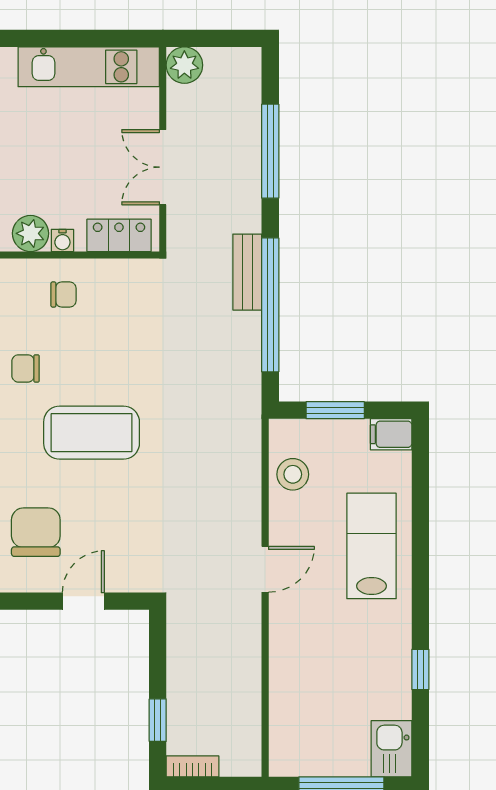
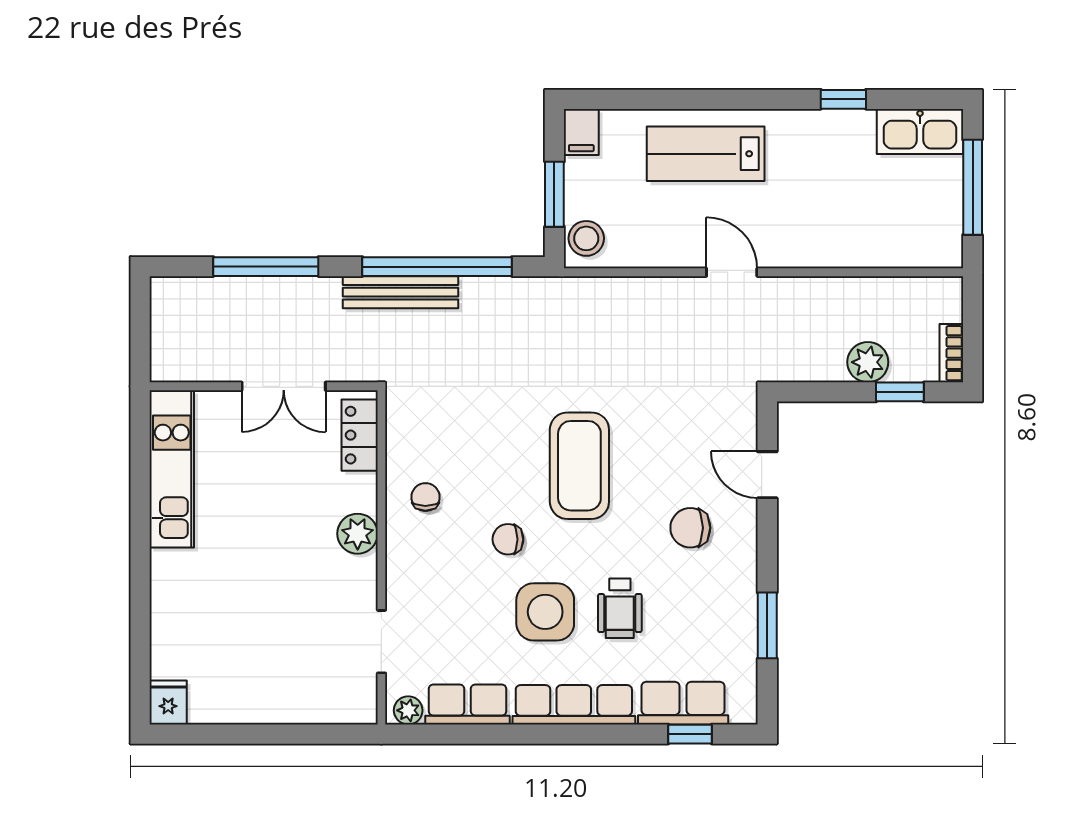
plant: (184, 65) -> (868, 362), moved
water cooler: (62, 240) -> (365, 498), removed
bench: (247, 272) -> (400, 292), width x1.36
chair: (26, 368) -> (508, 539), turned 90
stool: (293, 474) -> (586, 238), moved
chair: (36, 532) -> (690, 528), width x0.73, depth x0.73
kitchen sink: (391, 749) -> (920, 131), width x1.38

